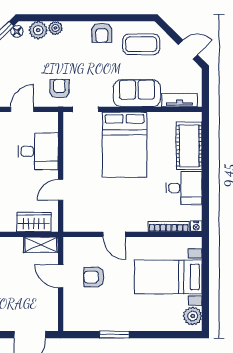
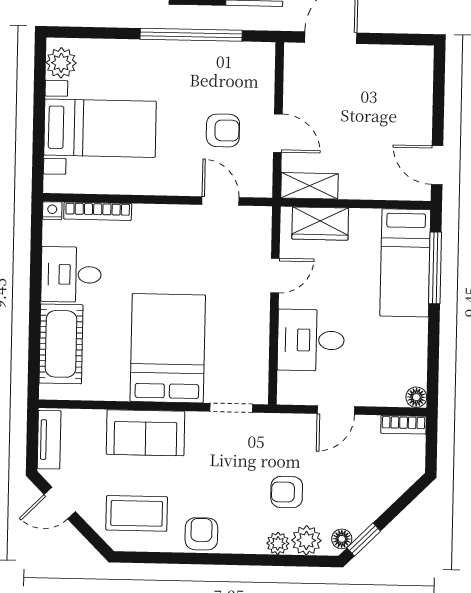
armchair: (59, 89) -> (287, 492), moved, turned 90
tv unit: (179, 100) -> (49, 440), moved, turned -90
door: (114, 234) -> (220, 201), moved
window: (114, 335) -> (191, 35), width x2.11

